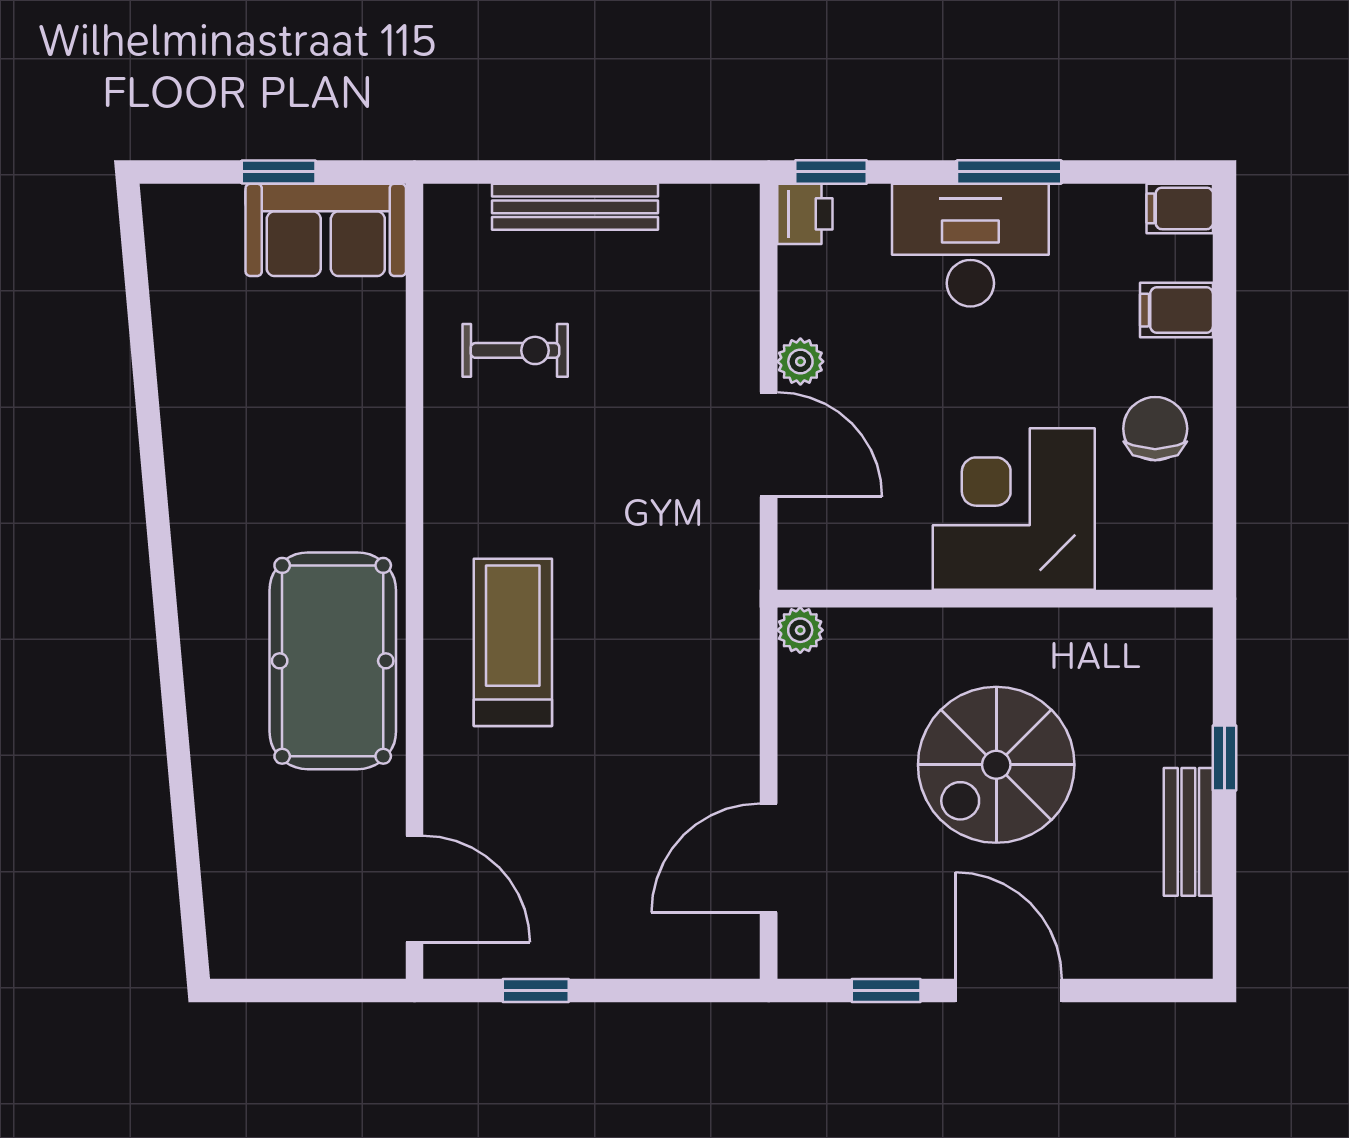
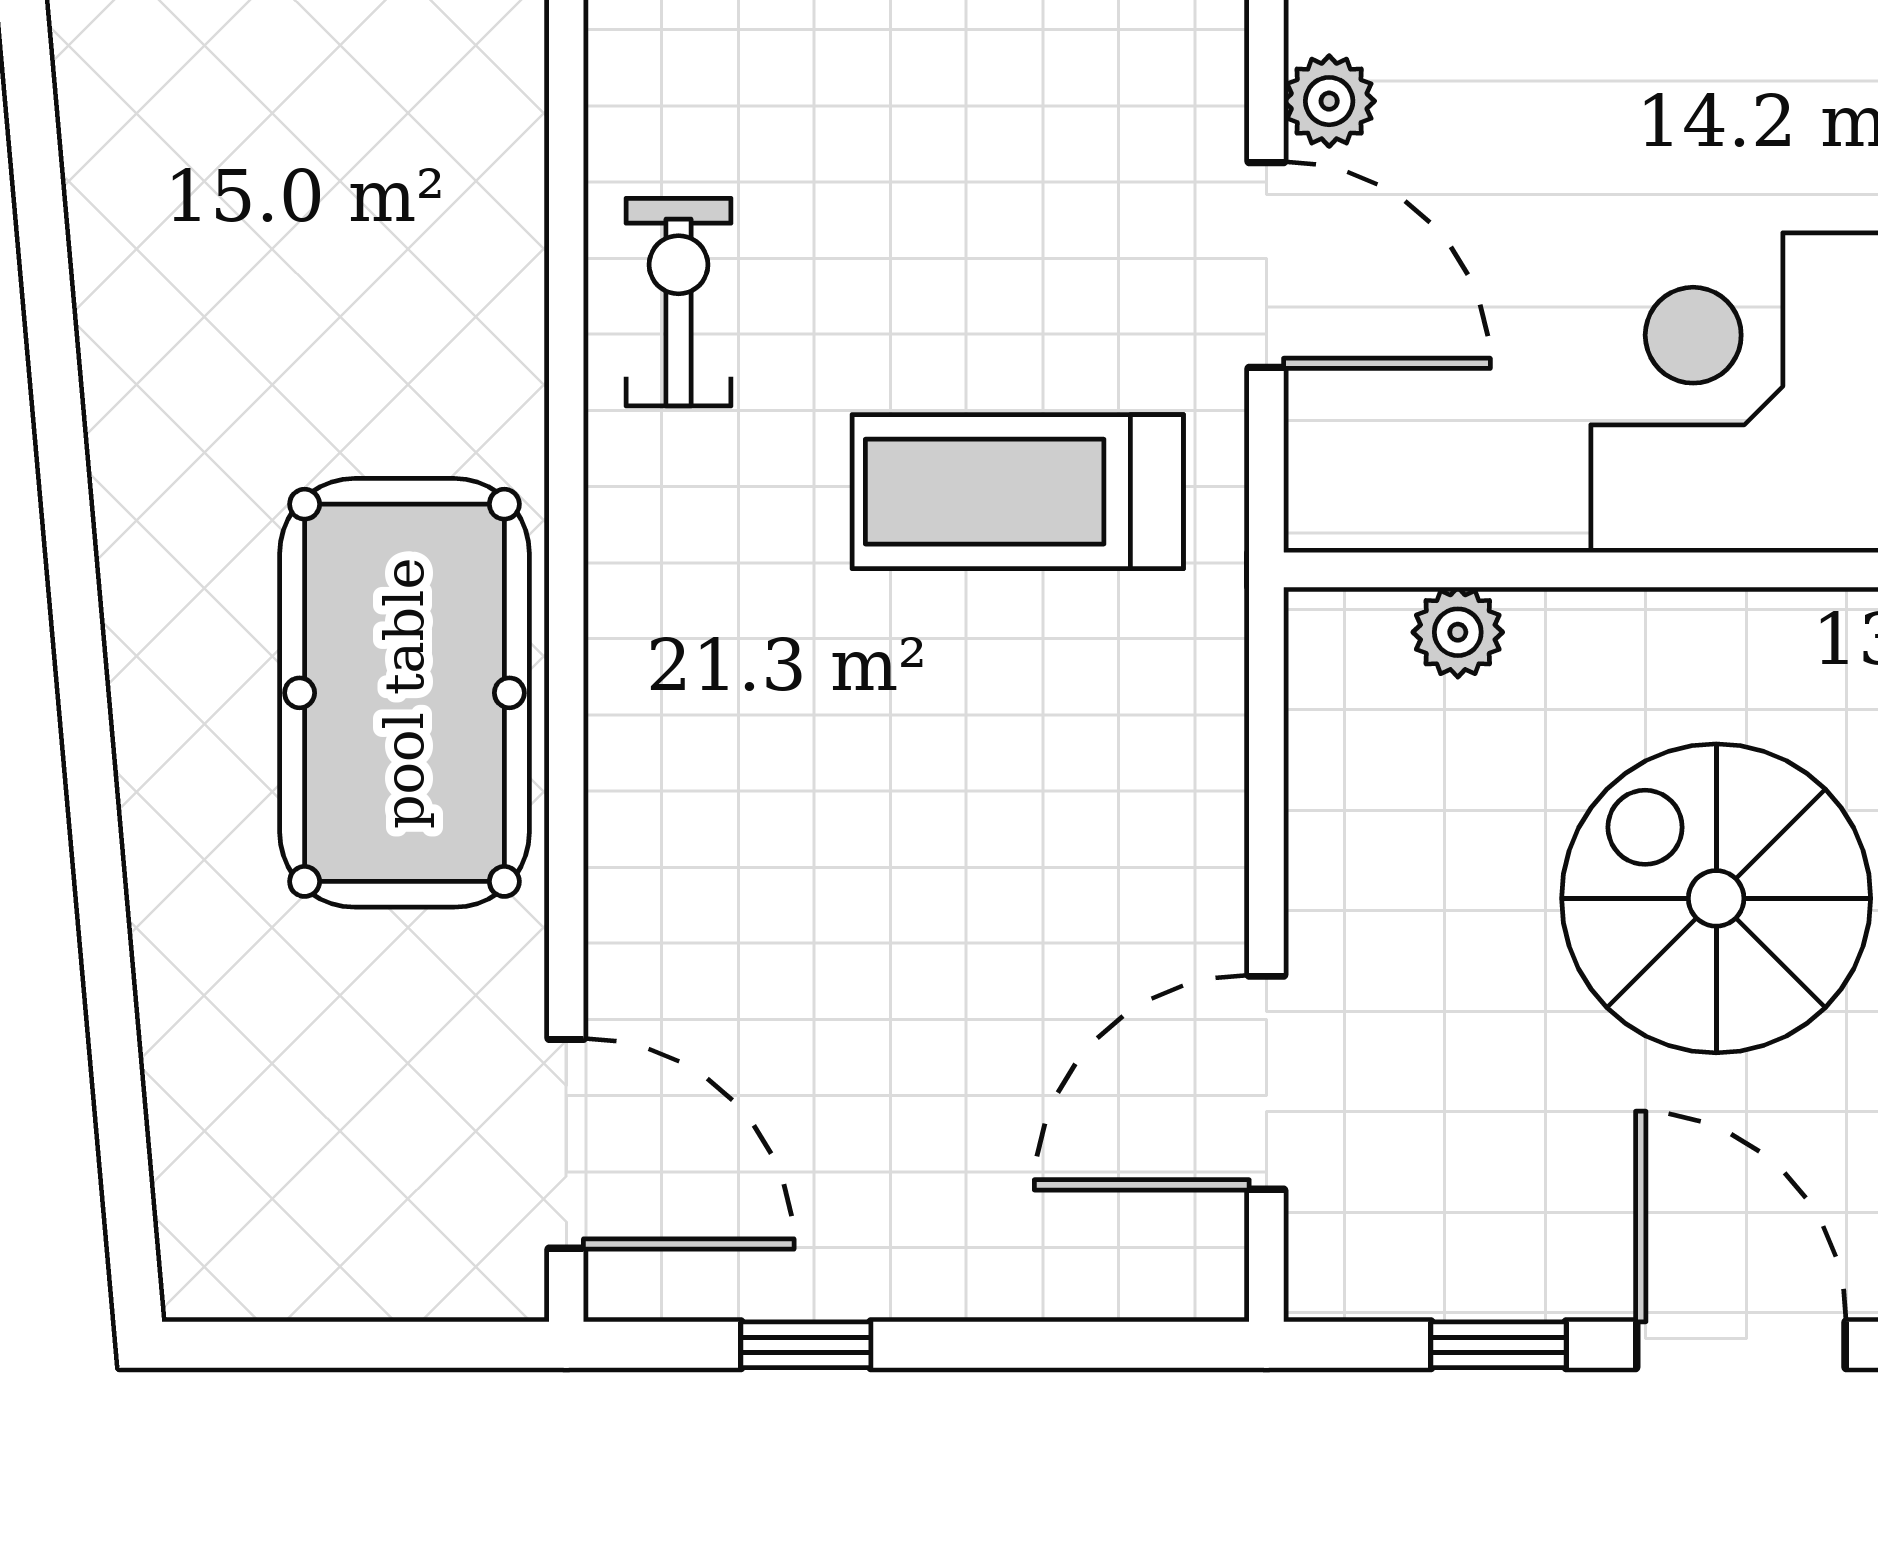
exercise bike: (515, 350) -> (679, 302), moved, turned -90
plant: (800, 630) -> (1458, 632), moved
treadmill: (513, 642) -> (1018, 492), moved, turned -90
spiral stairs: (996, 765) -> (1716, 898), turned 90

